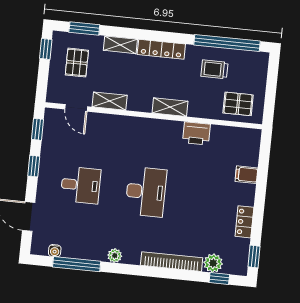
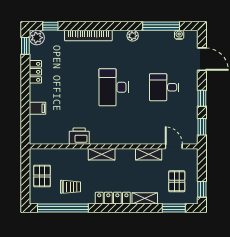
pallet: (238, 104) -> (42, 176), moved, turned 90
plant: (213, 263) -> (37, 38), moved

